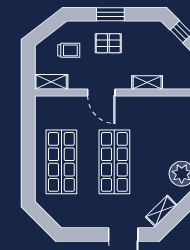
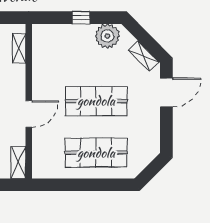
shelving: (147, 82) -> (19, 48), moved

